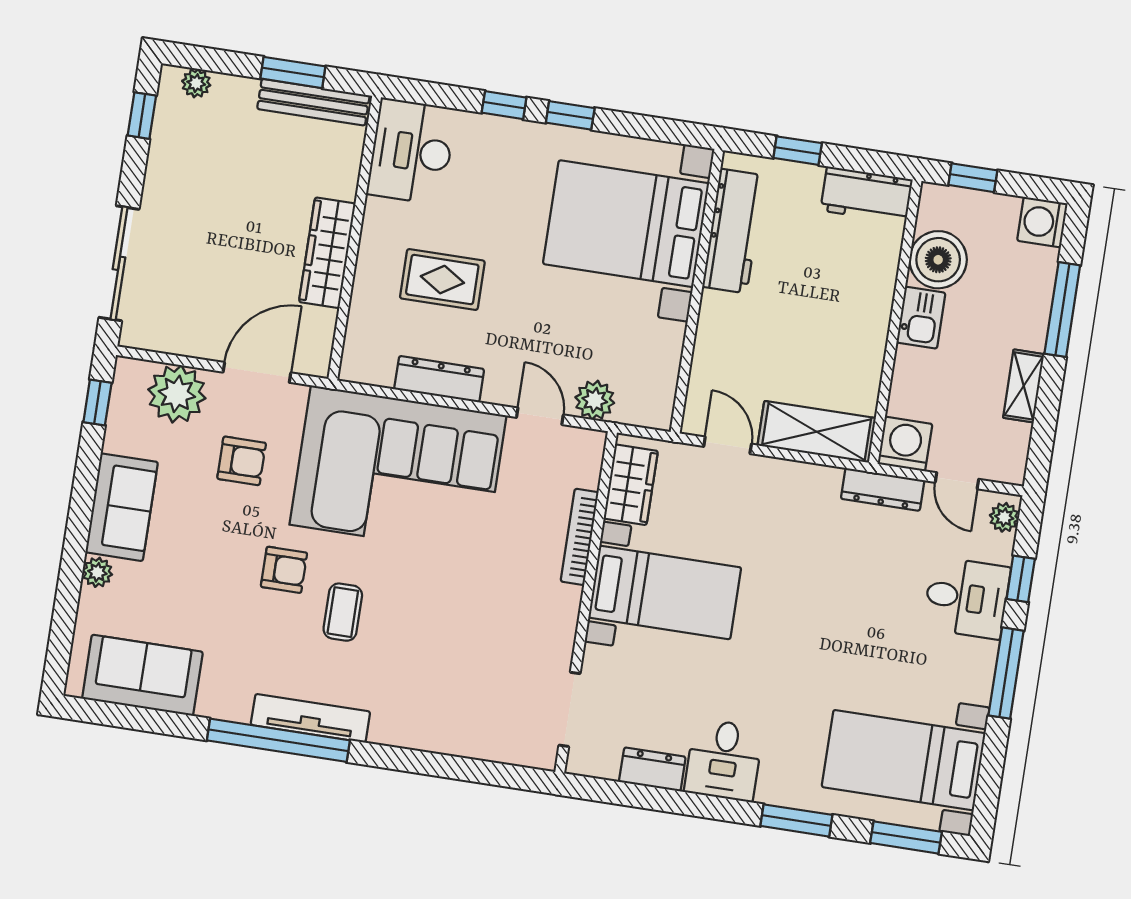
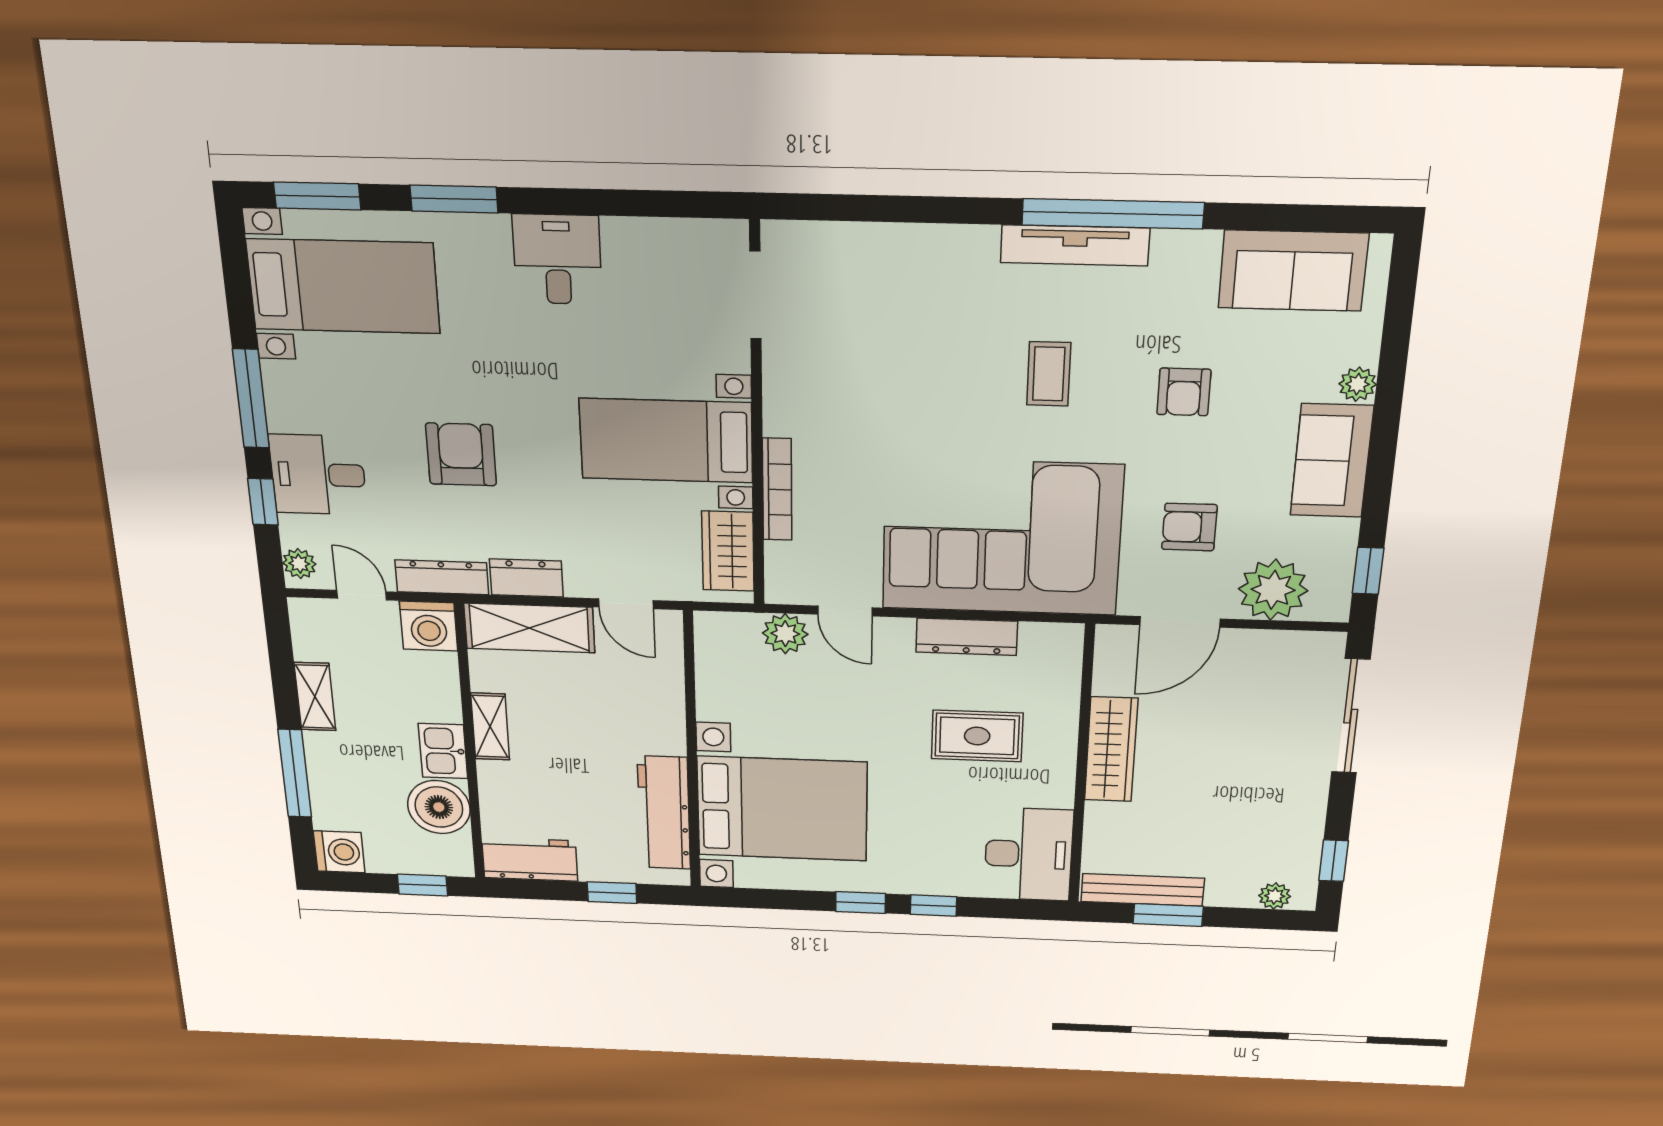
shelving: (873, 338) -> (490, 726), added
armchair: (284, 570) -> (1184, 392), moved, turned -90
armchair: (840, 601) -> (461, 454), added
dresser: (652, 769) -> (526, 578), moved, turned 180

